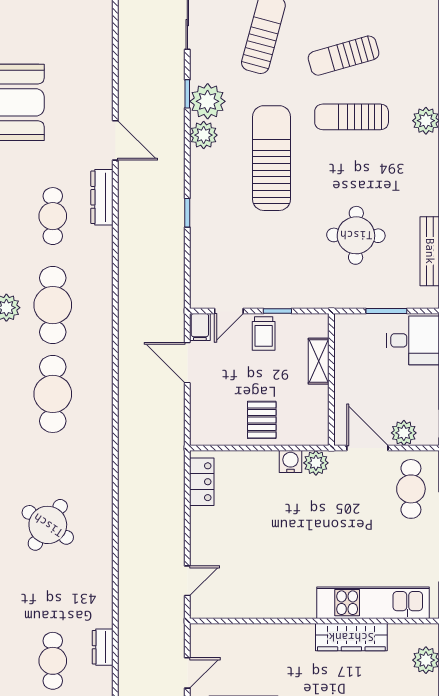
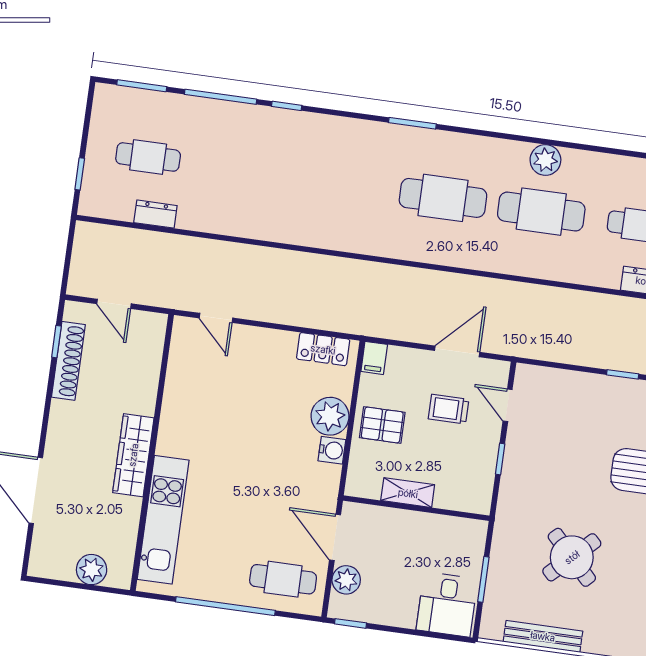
round table: (356, 235) -> (572, 557), turned 45
filing cabinet: (200, 327) -> (374, 358), moved, turned -90
trolley: (264, 334) -> (448, 409), moved
shelving: (319, 361) -> (408, 493), moved
door: (367, 448) -> (335, 537), swing flipped
plant: (316, 463) -> (330, 416), moved, width x1.36, depth x1.36
round table: (48, 525) -> (299, 172), removed
wardrobe: (351, 637) -> (133, 455), moved

